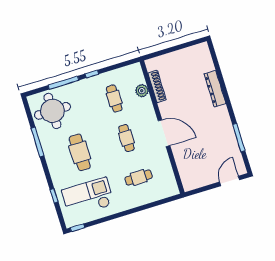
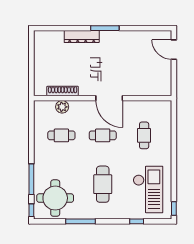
window: (92, 74) -> (31, 210), moved
door: (164, 133) -> (109, 98), swing flipped
window: (239, 138) -> (105, 28), moved
cafe table: (80, 152) -> (103, 184), turned 90
checkout: (88, 197) -> (148, 190), turned 180

